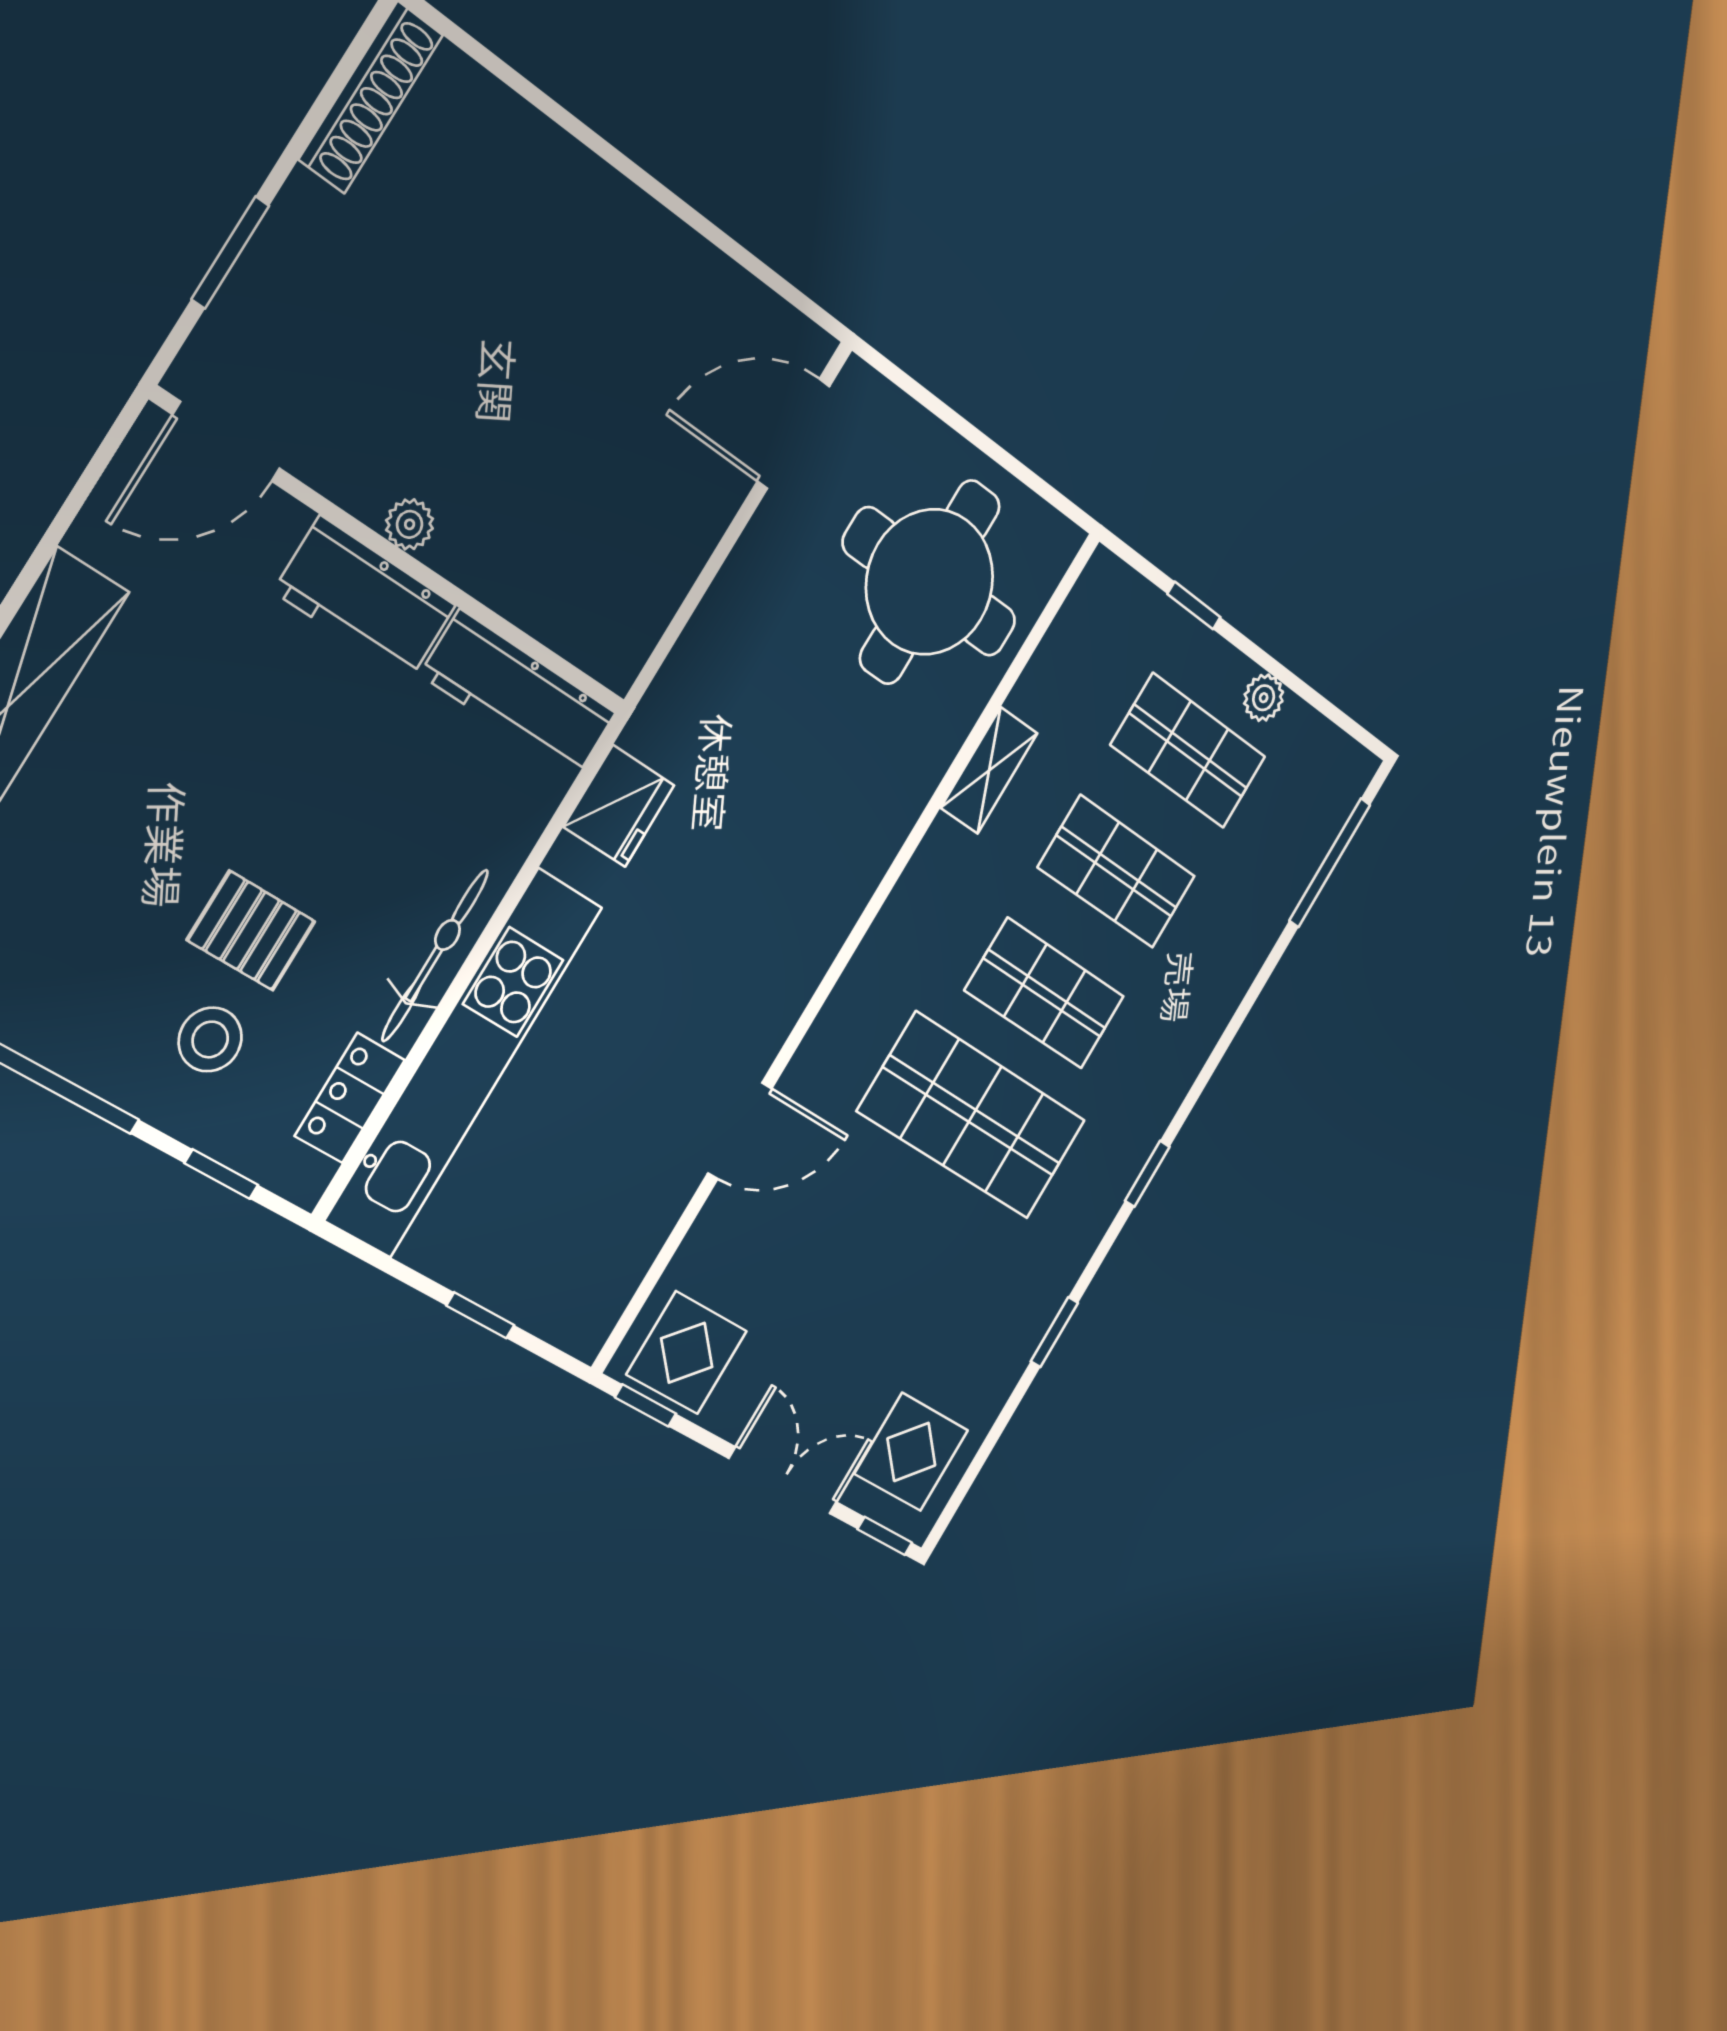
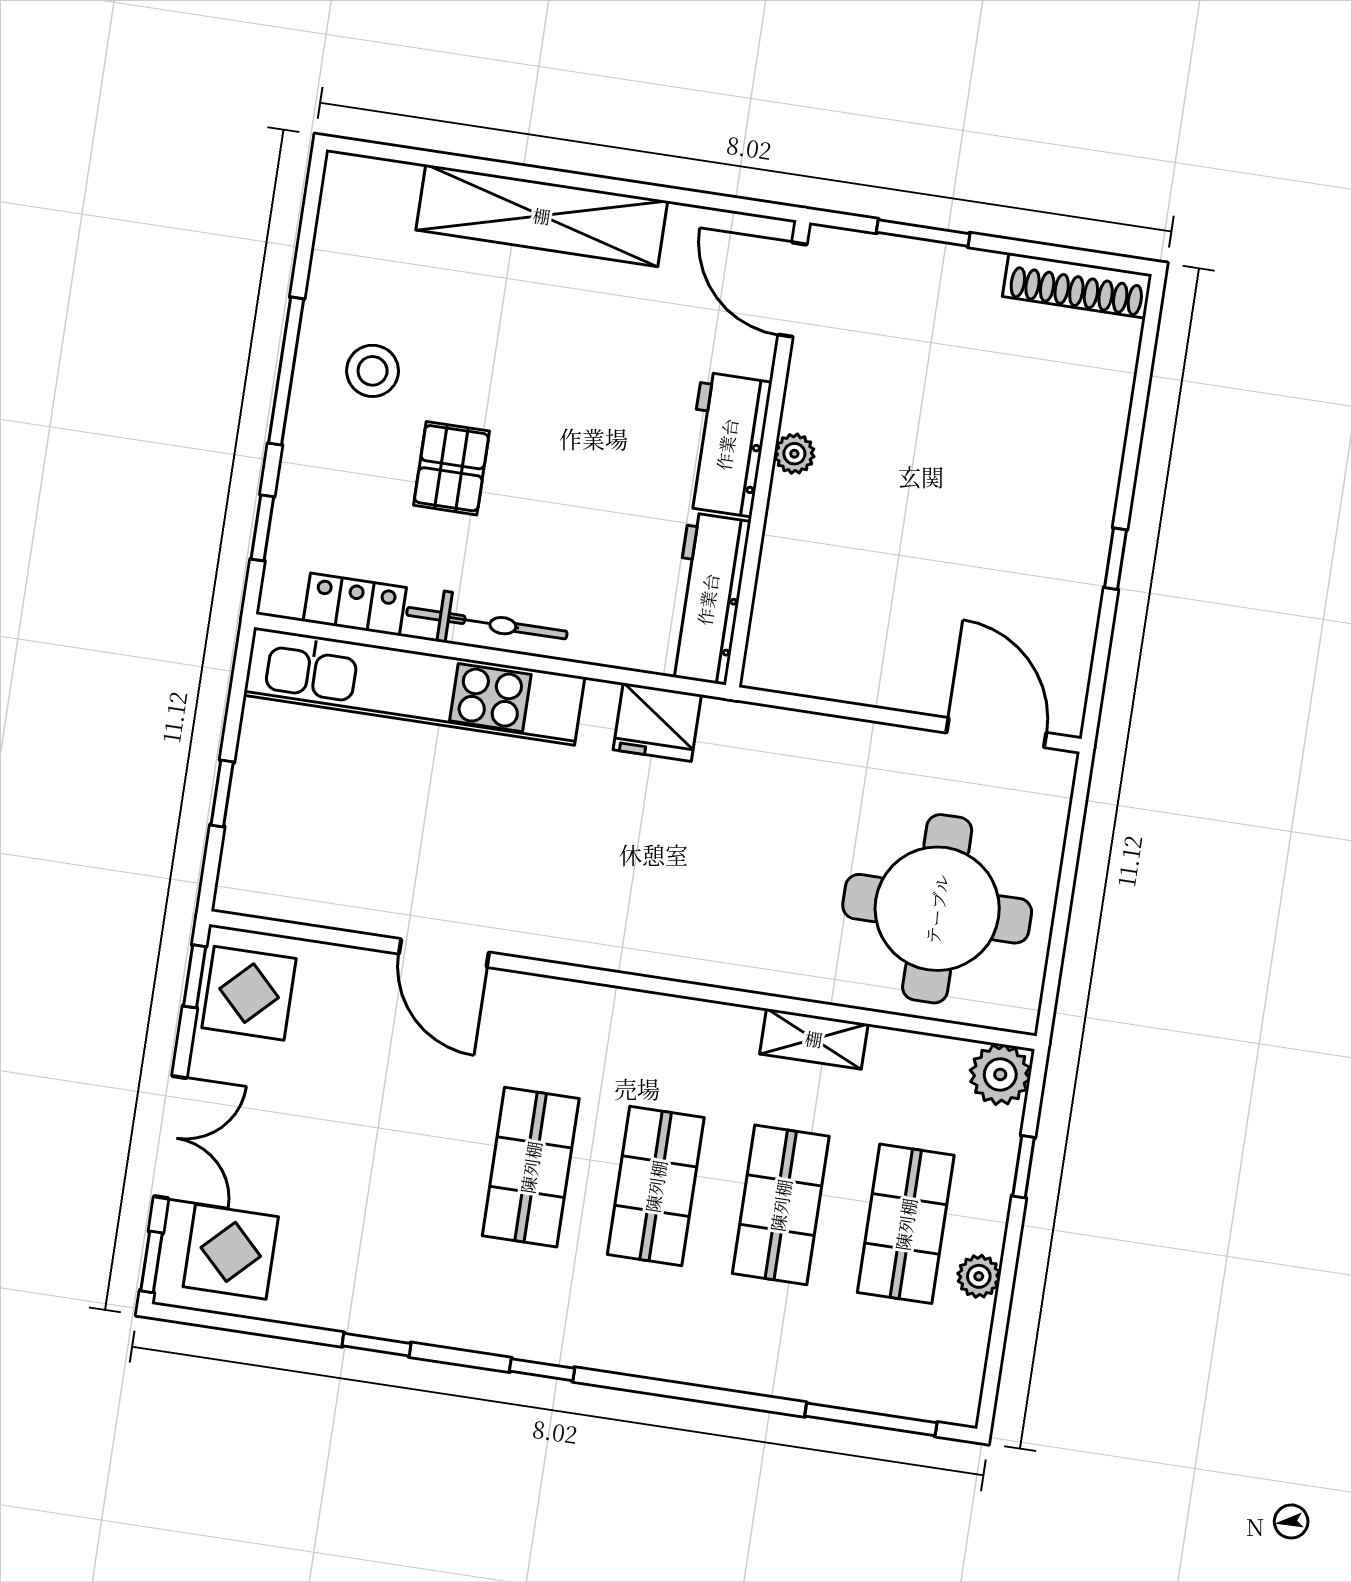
window: (681, 209) -> (1115, 559), added
plant: (1105, 589) -> (1000, 1074), added
stool: (210, 1039) -> (373, 371), moved
shop shelf: (972, 1116) -> (531, 1167), width x0.70, depth x0.74

